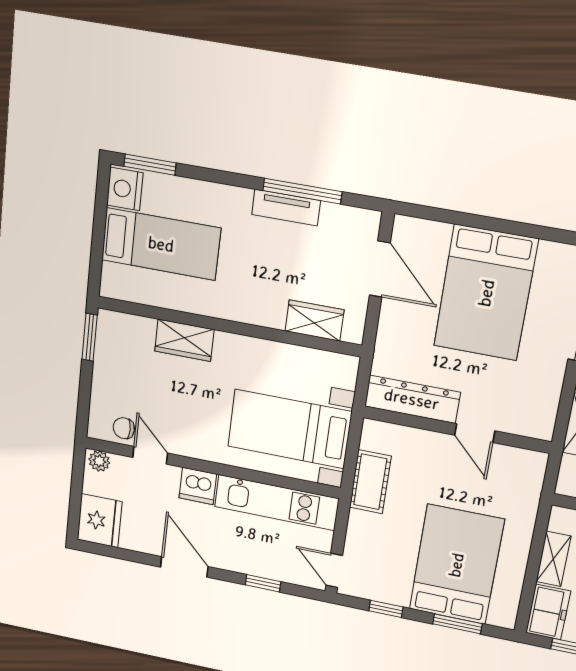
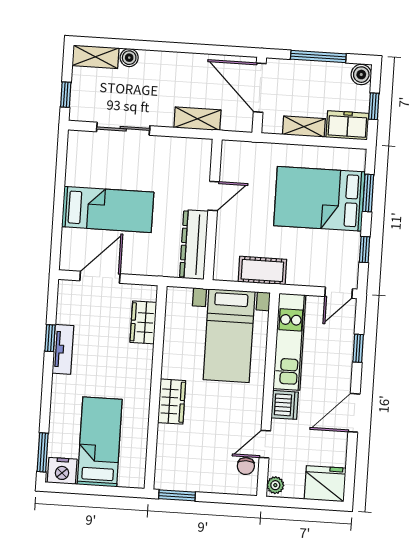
window: (302, 191) -> (50, 338), width x0.46
bed: (486, 293) -> (108, 209), width x0.67
wardrobe: (184, 340) -> (172, 402), moved

